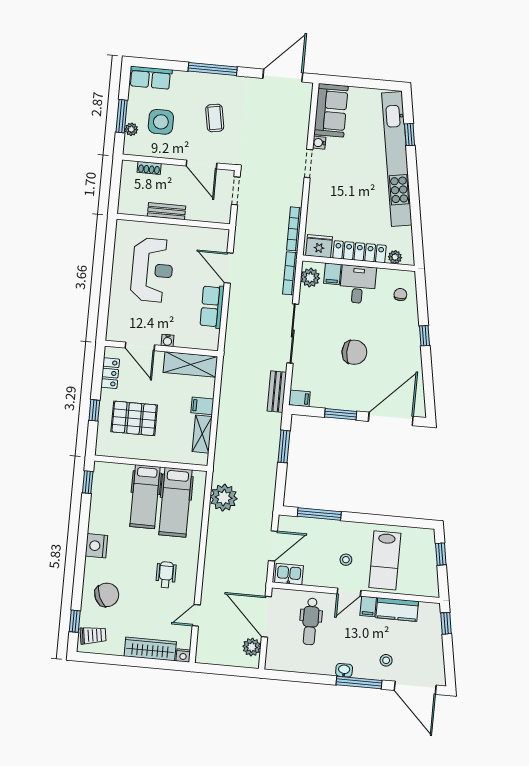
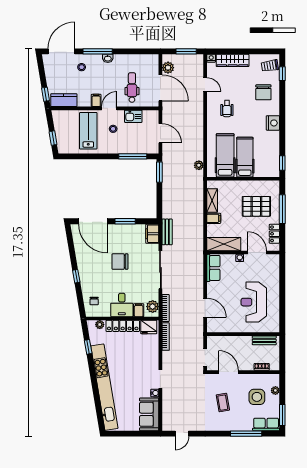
window: (213, 69) -> (246, 434), moved
door: (283, 76) -> (182, 434), width x0.53
window: (122, 116) -> (282, 415), moved
window: (410, 135) -> (88, 347), moved
bench: (167, 211) -> (264, 340), moved
row of seats: (212, 307) -> (213, 268), moved
filing cabinet: (299, 398) -> (152, 234), width x2.00
window: (94, 410) -> (282, 209), width x2.17
door: (391, 419) -> (93, 221), hinge flipped
window: (284, 446) -> (159, 172), moved
plant: (224, 498) -> (199, 165), width x0.53, depth x0.53
door: (273, 546) -> (160, 133), swing flipped
kitchen sink: (289, 574) -> (133, 116), moved
chair: (107, 595) -> (263, 92), turned -66
kitchen counter: (397, 609) -> (64, 100), moved
door: (196, 615) -> (205, 85), hinge flipped
window: (221, 670) -> (186, 51), added
door: (415, 688) -> (61, 51), hinge flipped

